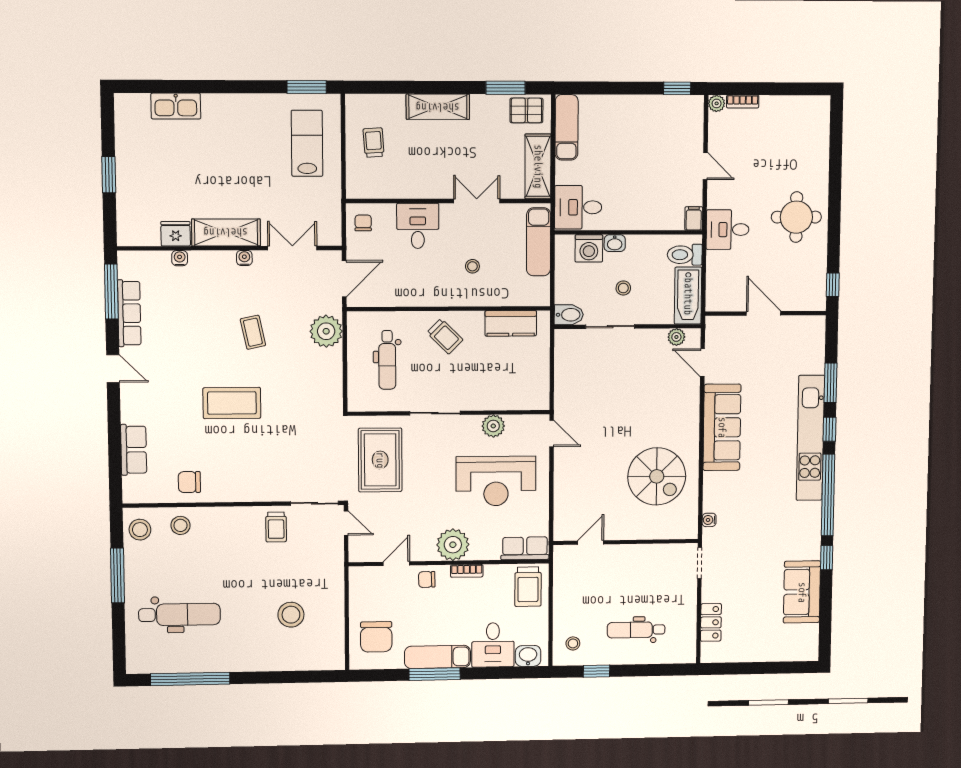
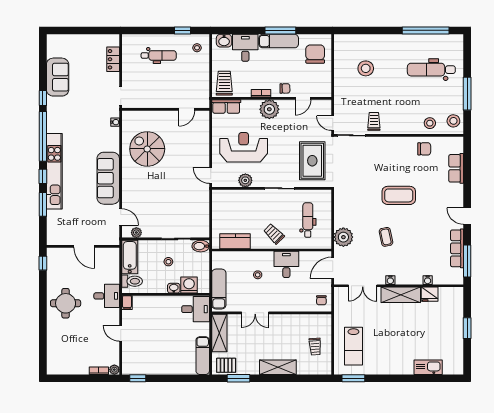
desk: (418, 226) -> (286, 264), moved, turned 180

